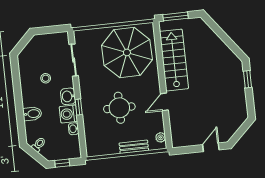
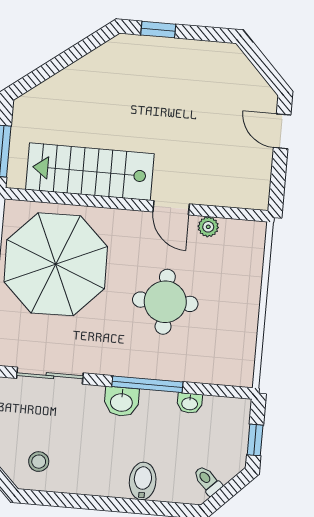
stool: (46, 78) -> (39, 462), moved
window: (79, 107) -> (147, 384), width x2.17
washing machine: (68, 114) -> (157, 408), removed
plant: (161, 137) -> (208, 227), moved
bench: (134, 147) -> (250, 288), removed

